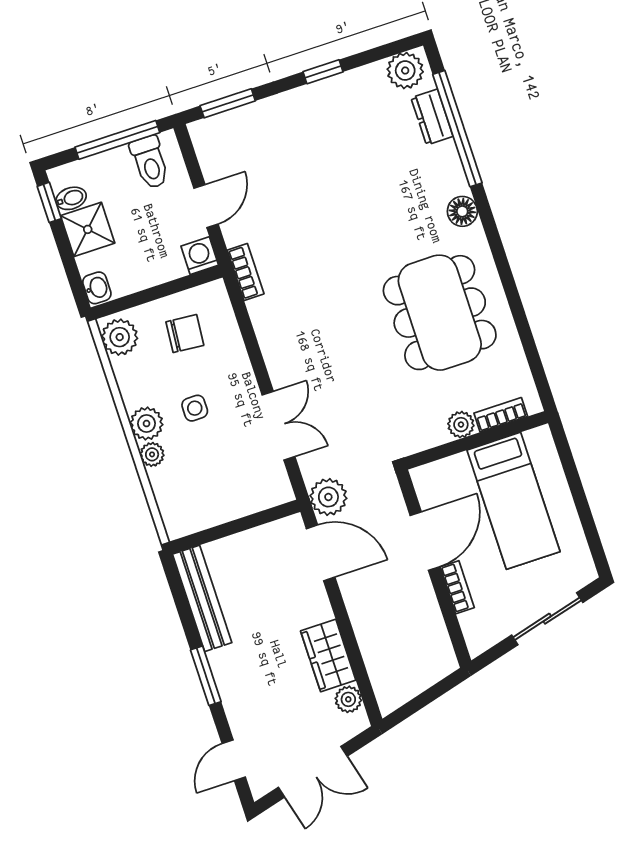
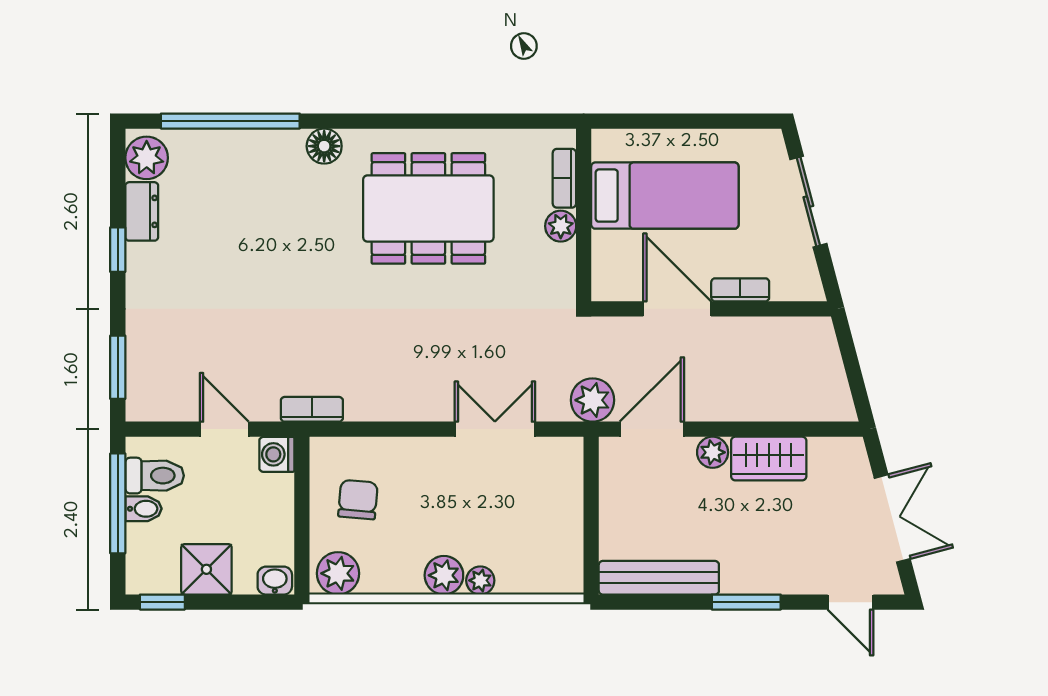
dresser: (432, 117) -> (142, 211), moved, turned -90
bidet: (71, 198) -> (143, 509), moved, turned 90
side table: (195, 408) -> (445, 516), removed
plant: (348, 699) -> (713, 452), moved

